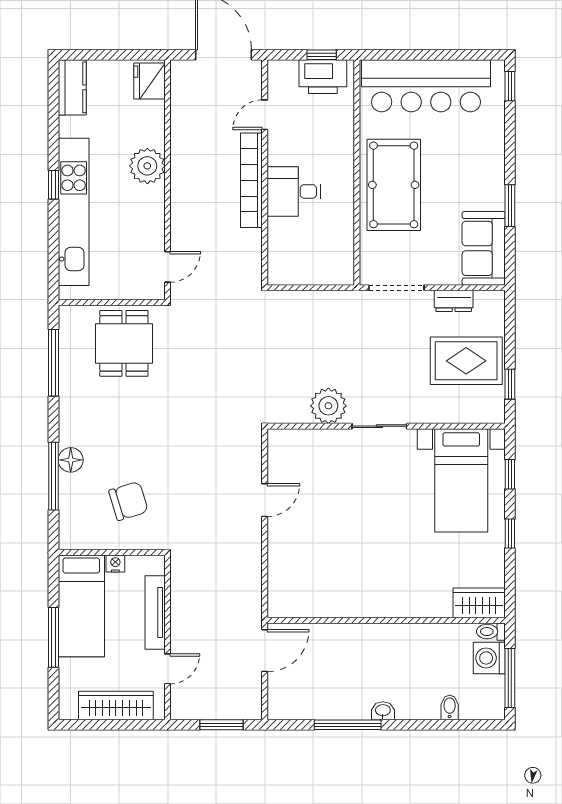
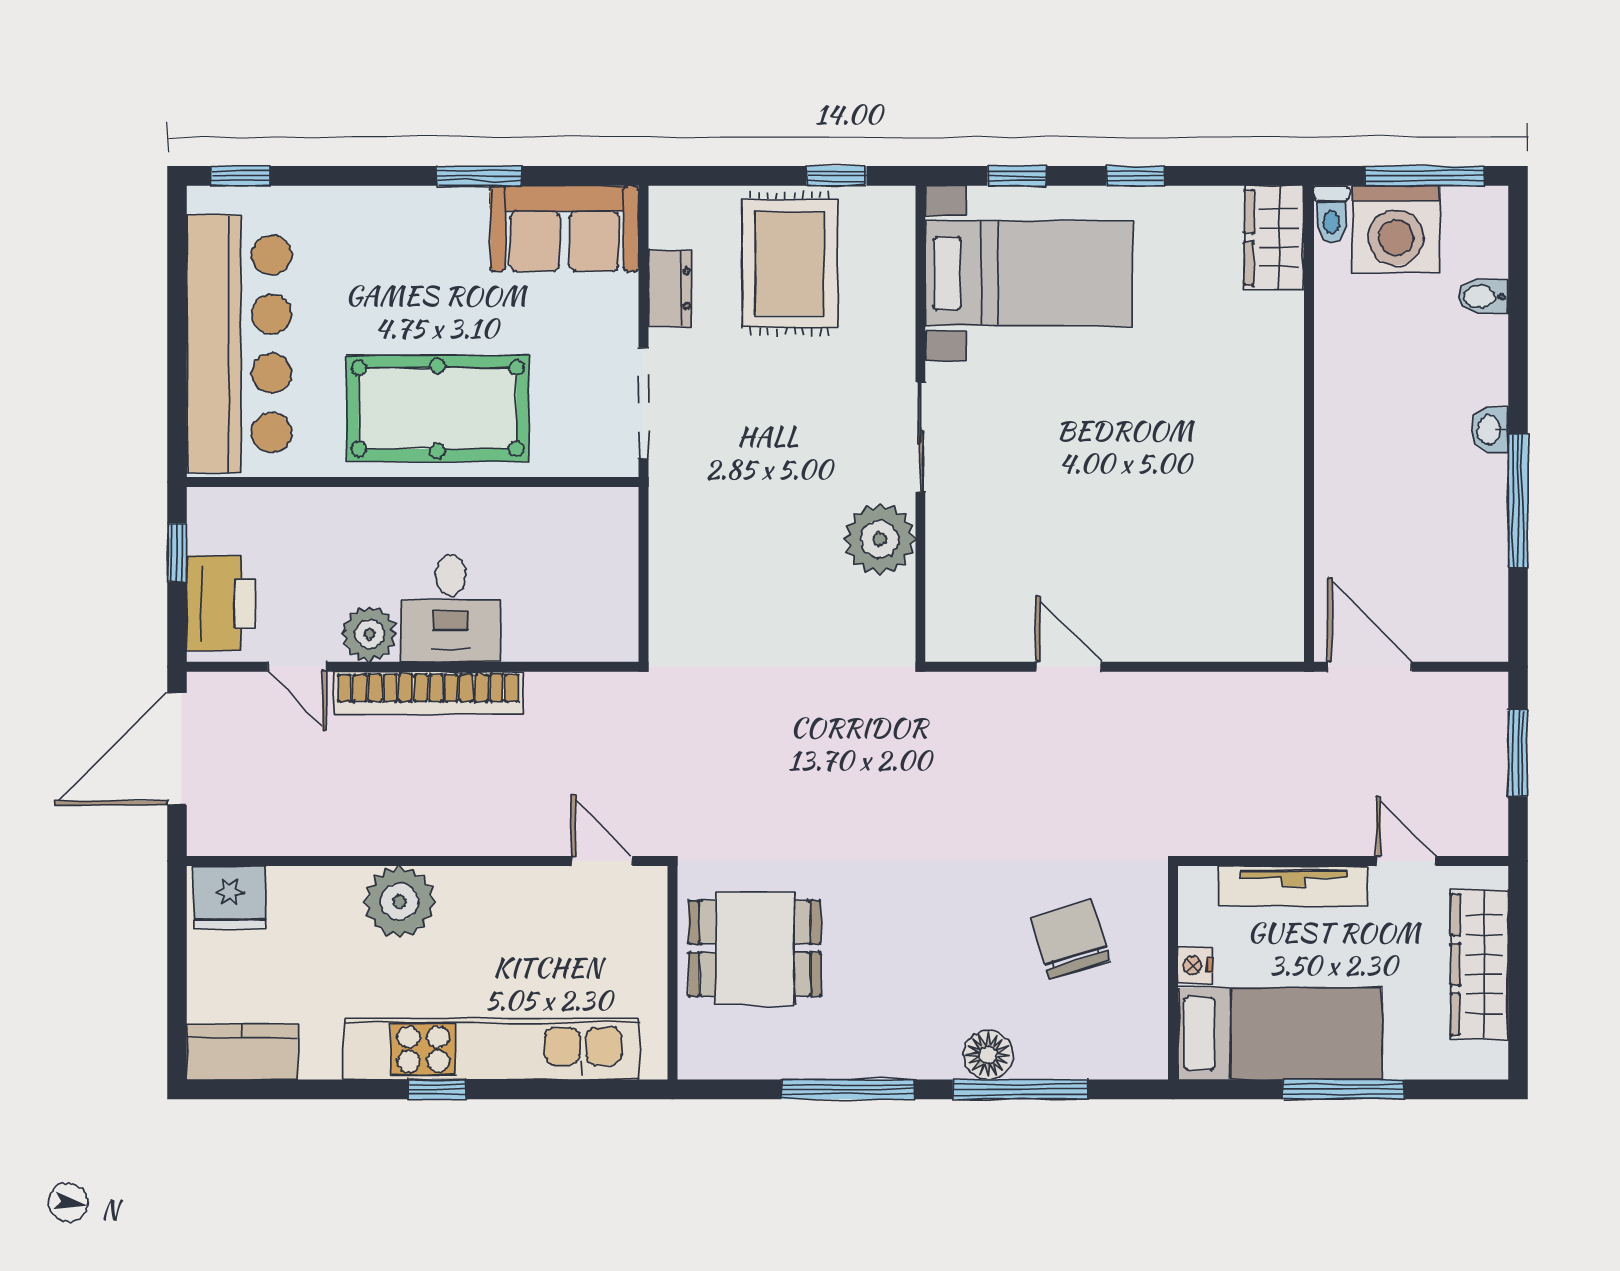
printer: (323, 77) -> (221, 603), moved
plant: (281, 151) -> (369, 634), added
window: (53, 363) -> (848, 1089), moved
washing machine: (489, 658) -> (1396, 229), width x1.37, depth x1.37

